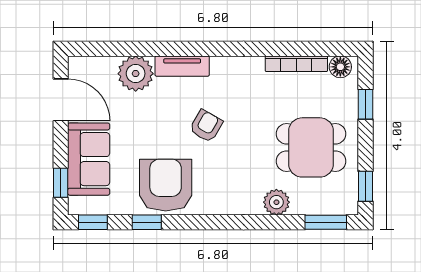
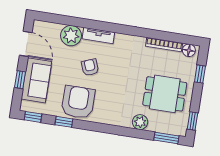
armchair: (206, 126) -> (90, 67), moved, turned -52
window: (61, 183) -> (20, 80), moved

